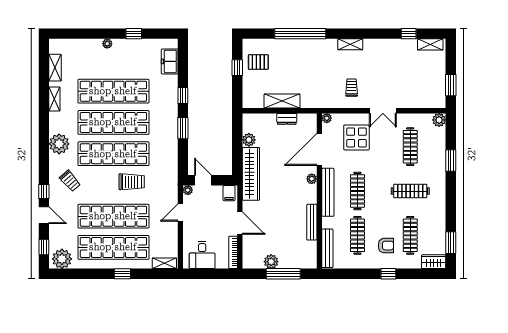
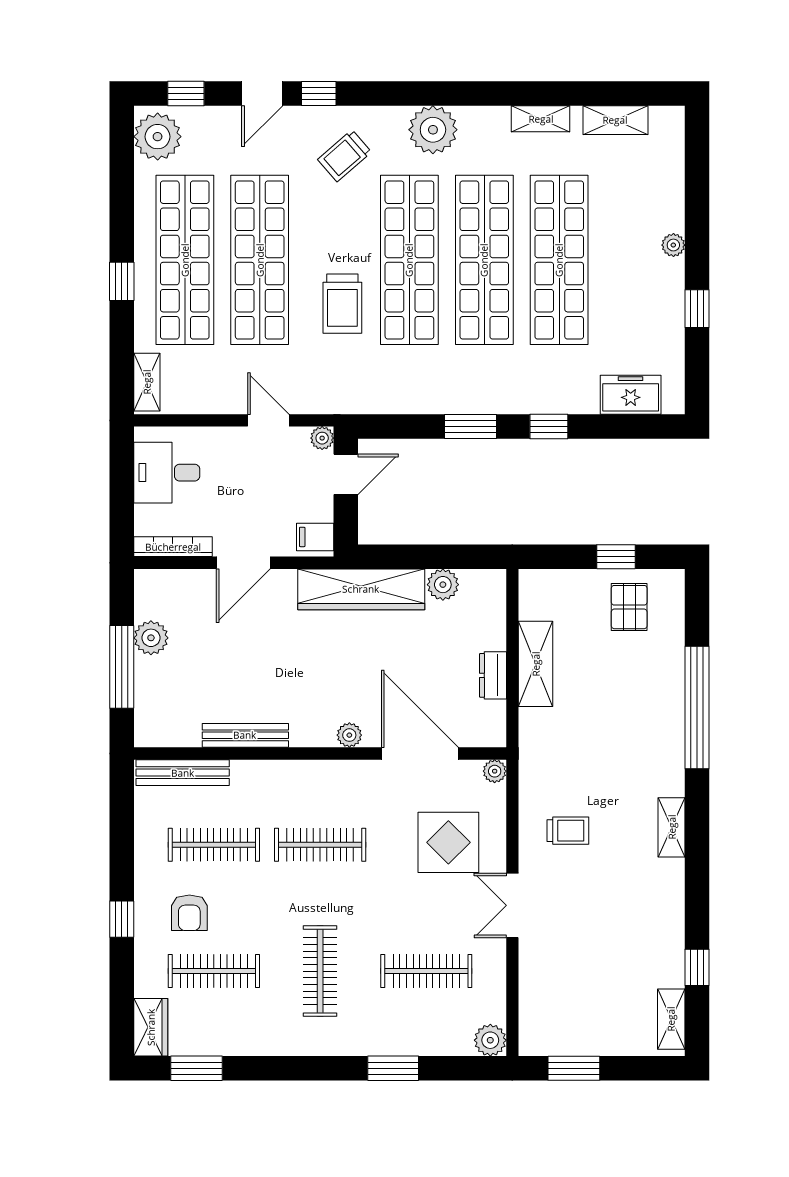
bench: (328, 192) -> (317, 774), removed

